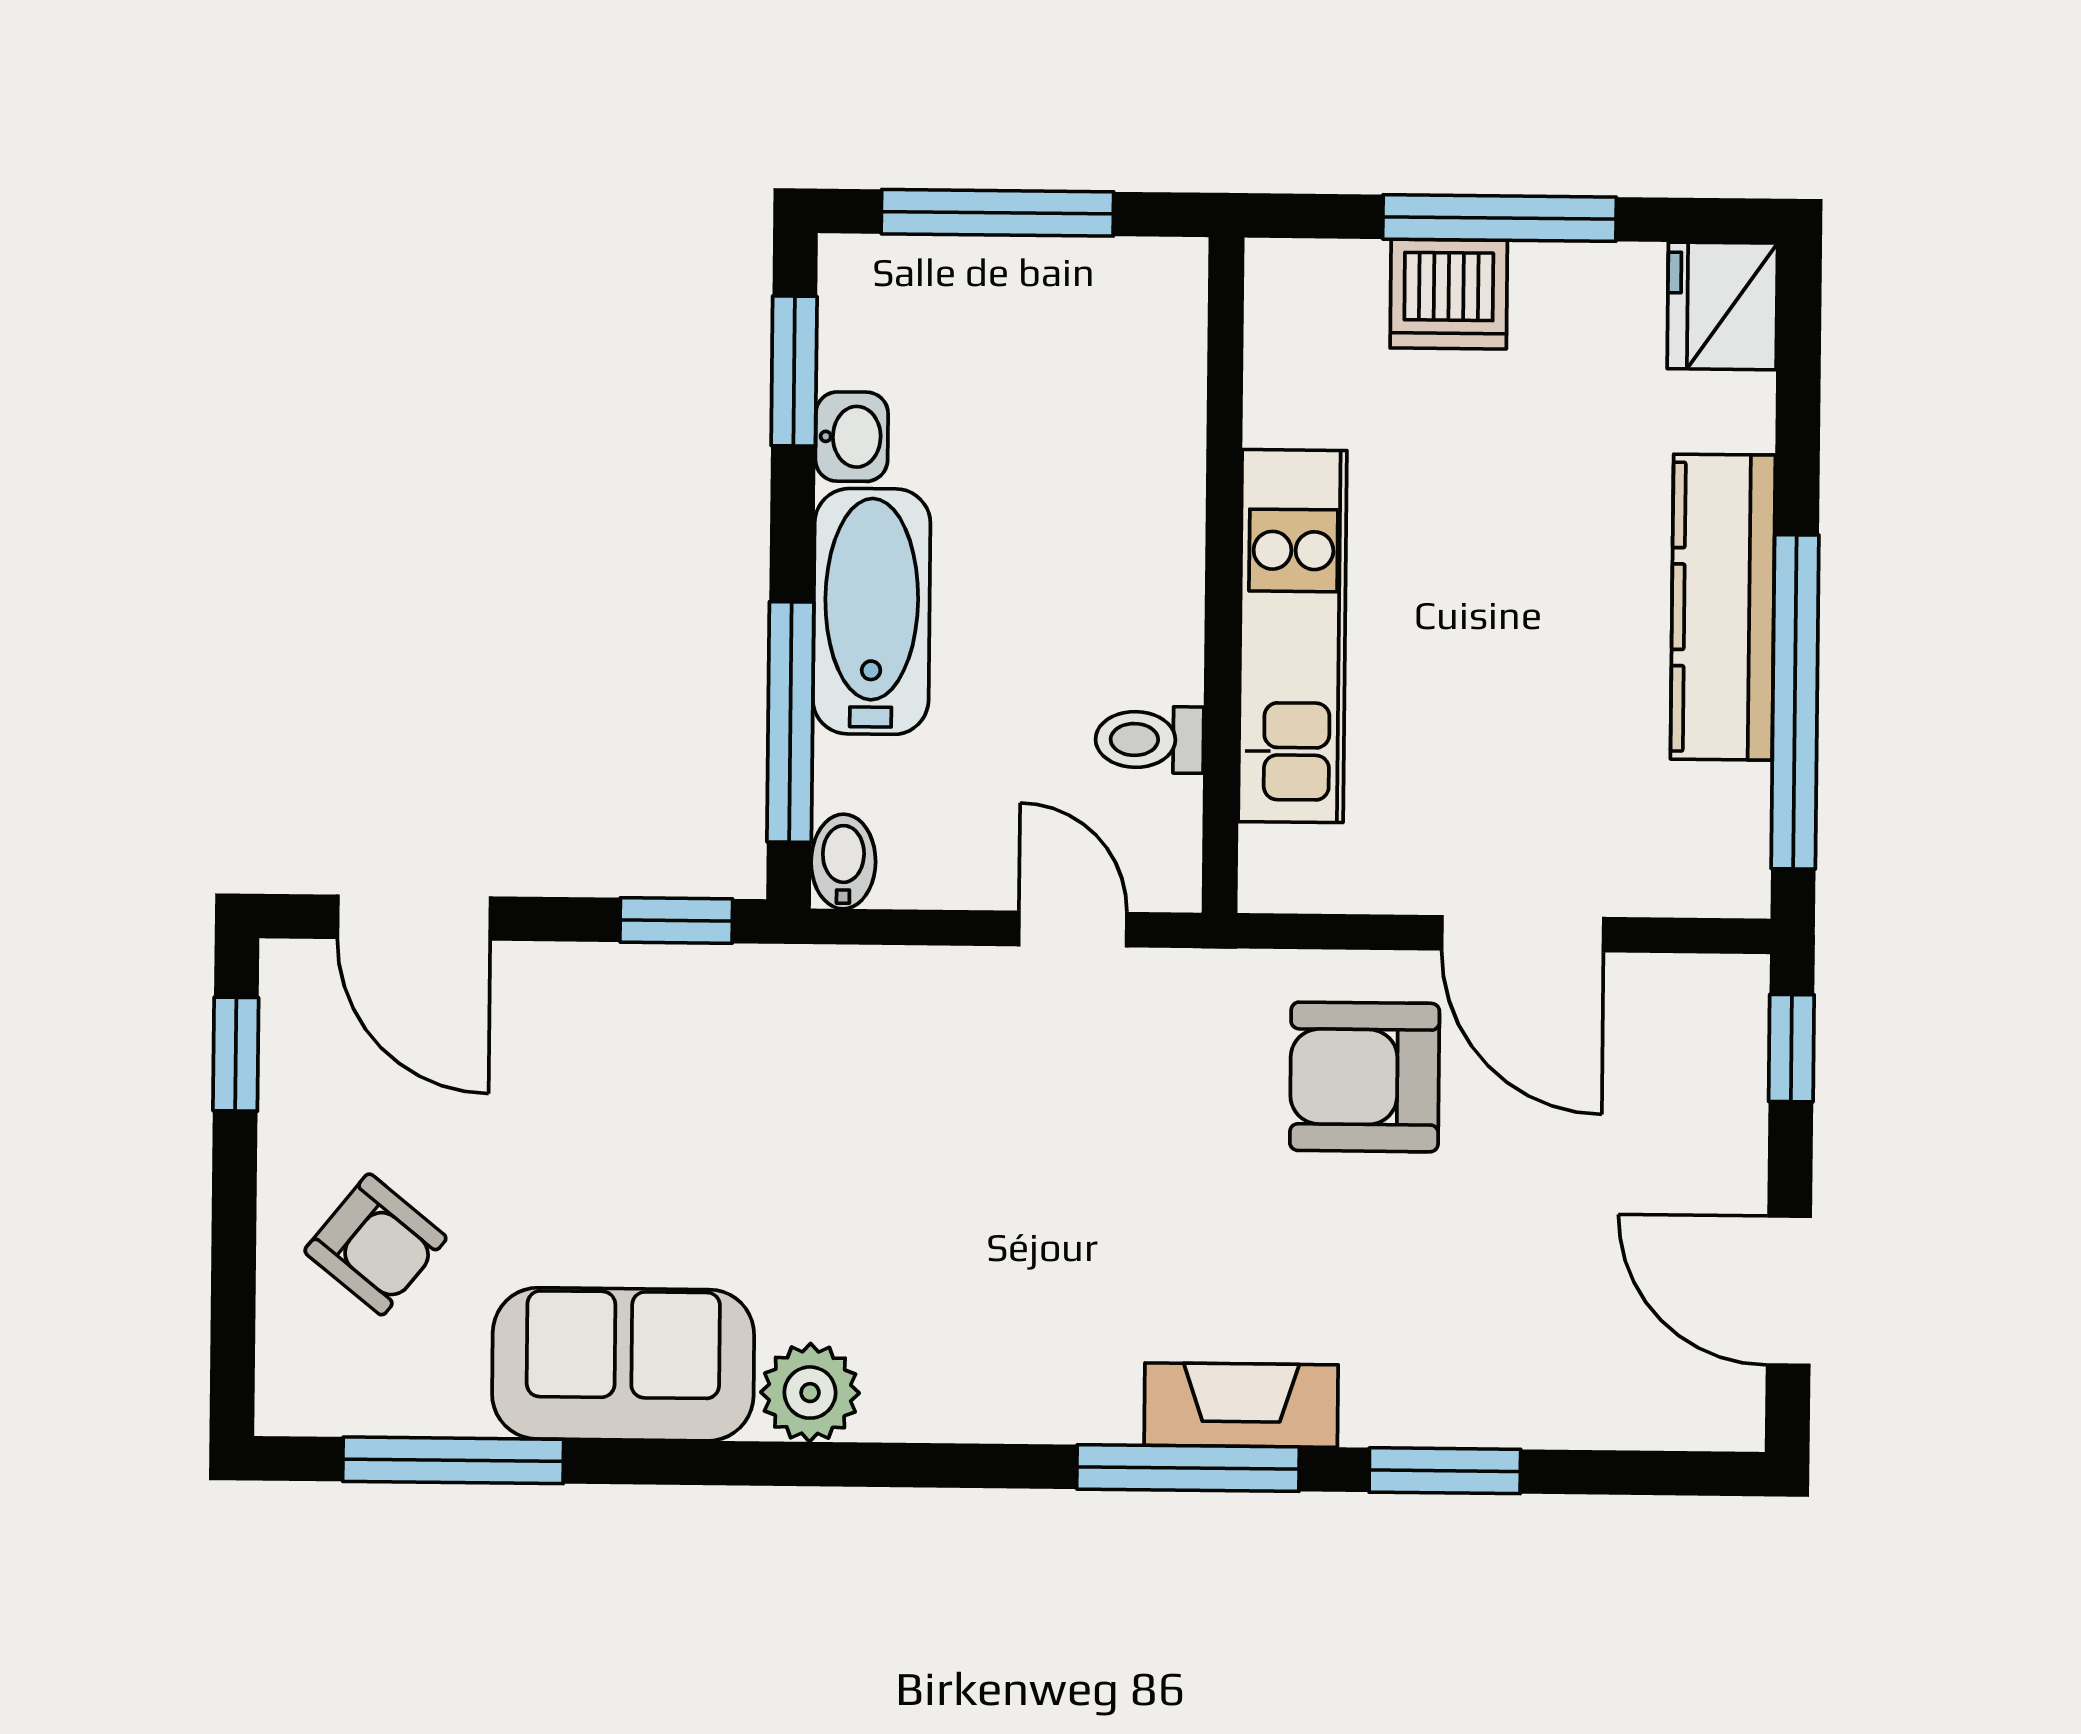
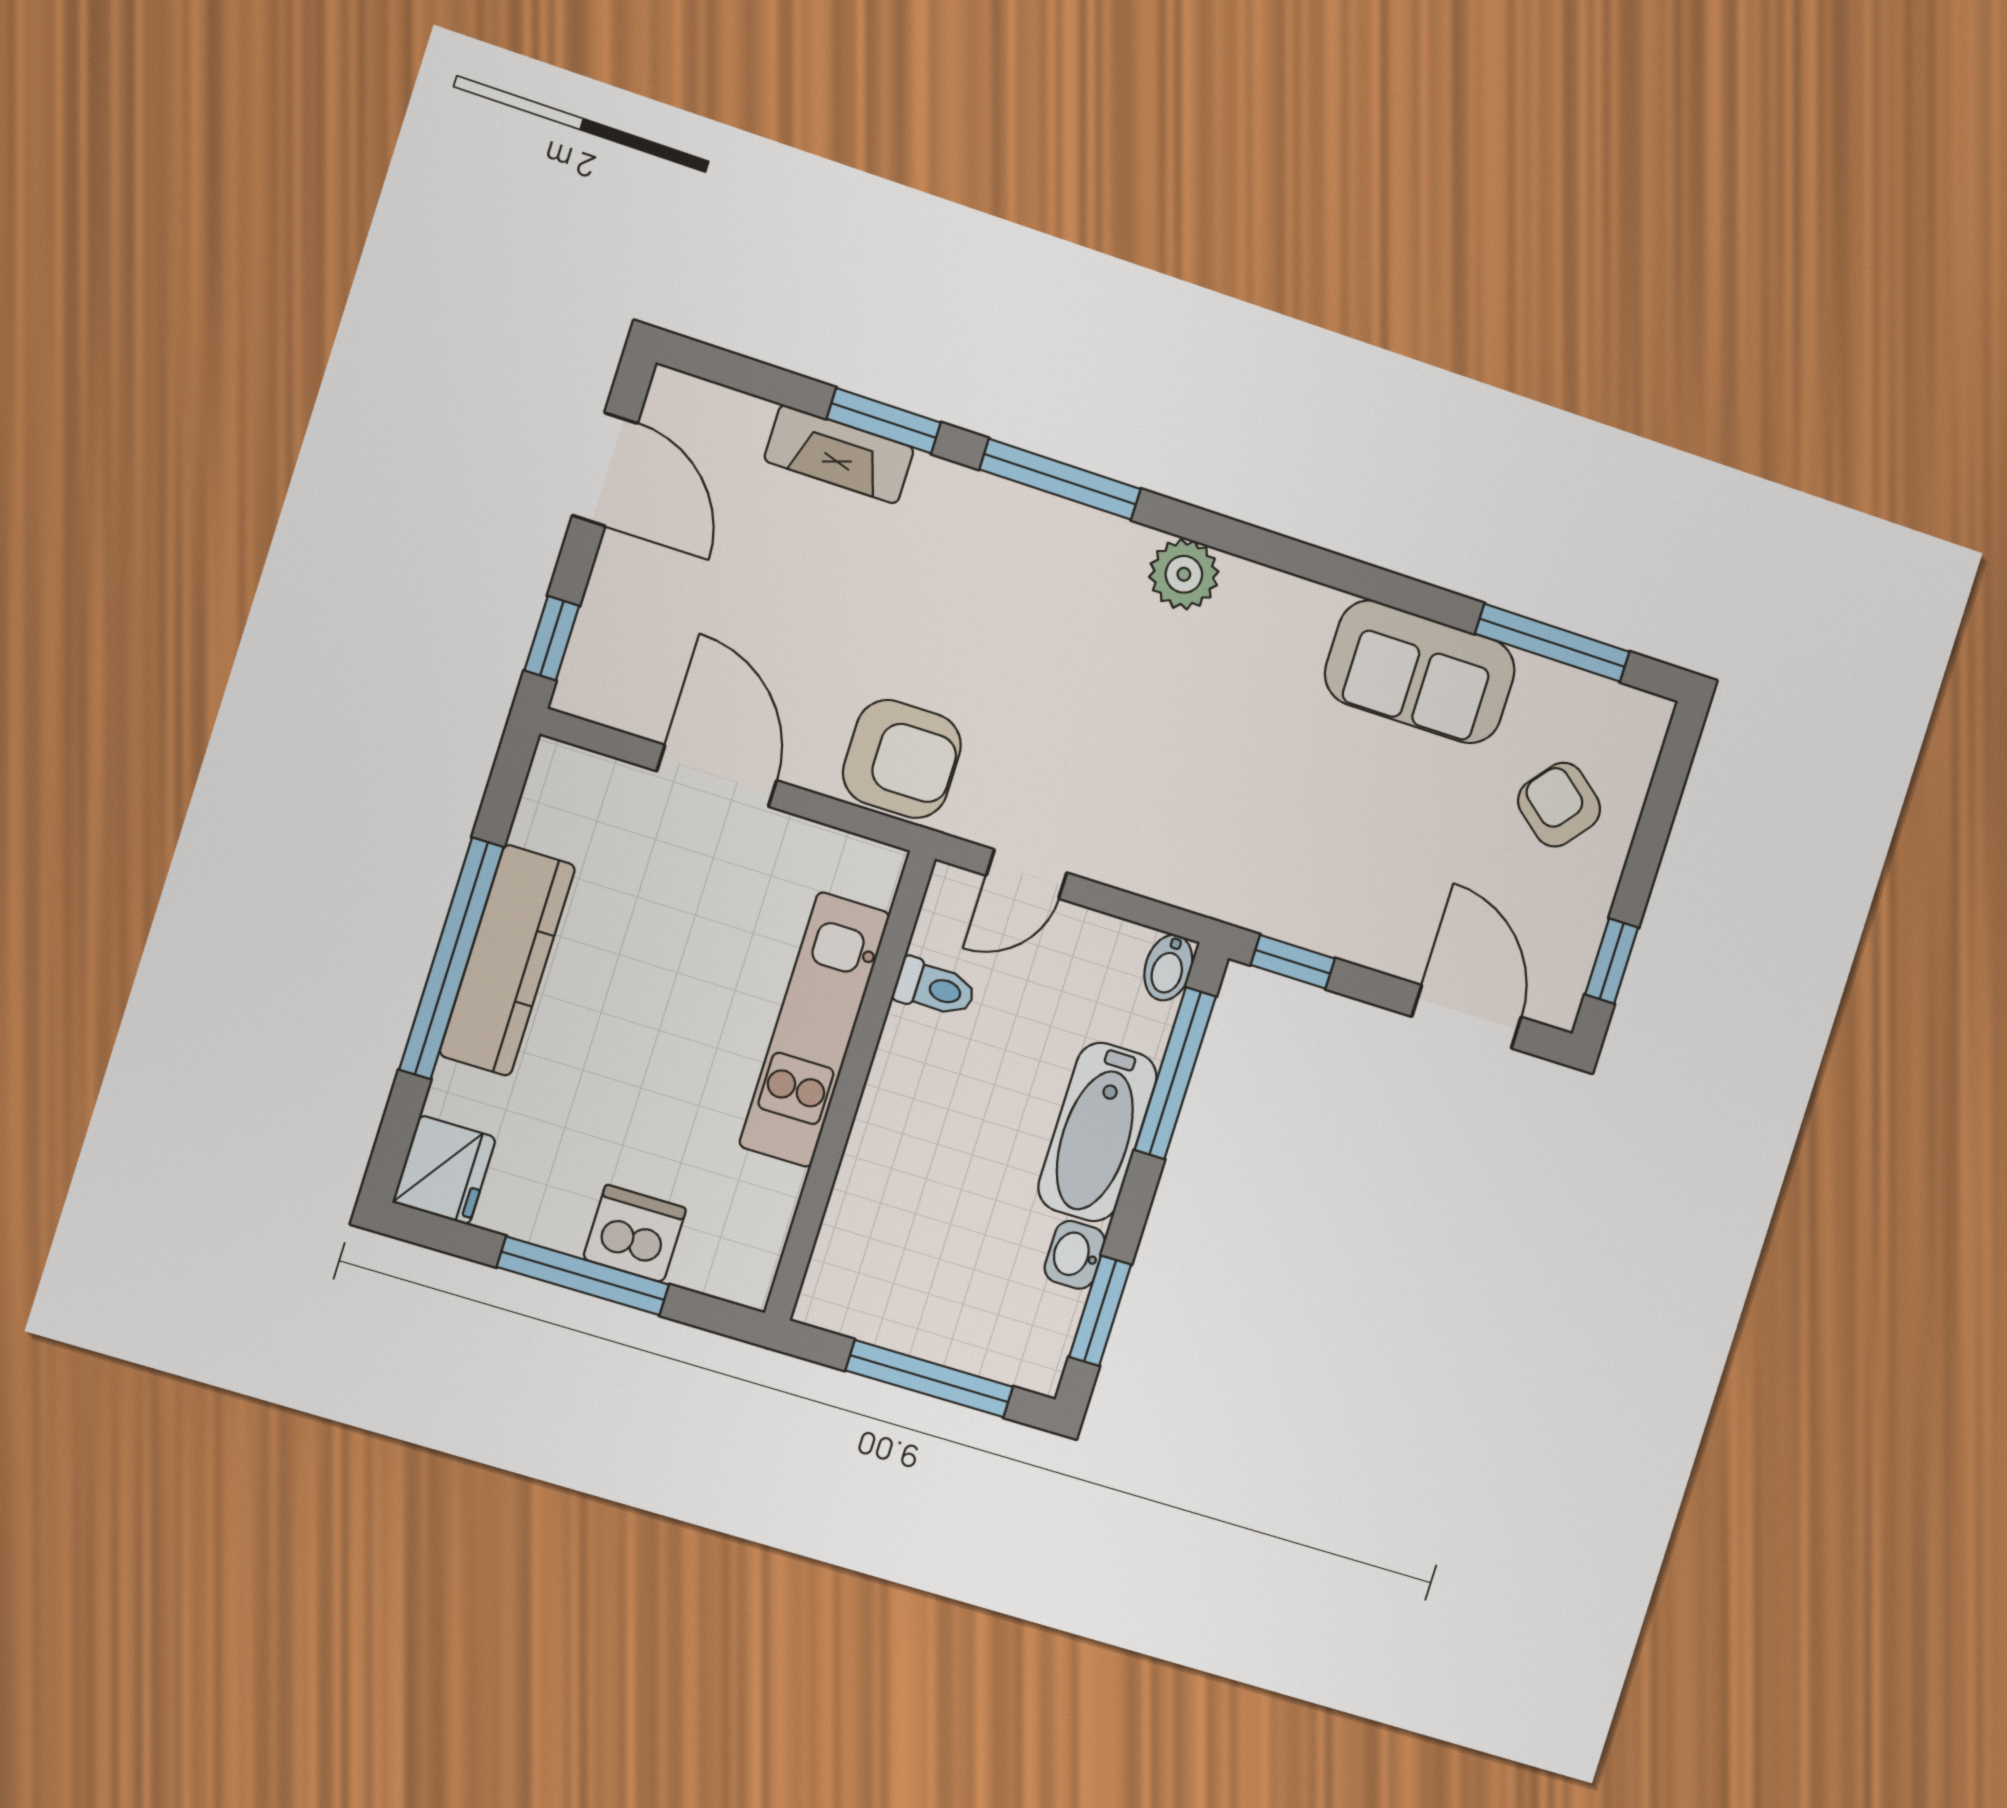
window: (1795, 702) -> (451, 958), moved
door: (1073, 929) -> (1027, 874), hinge flipped
armchair: (1365, 1077) -> (902, 759), moved
plant: (810, 1393) -> (1184, 574), moved
fireplace: (1241, 1405) -> (839, 454), moved

